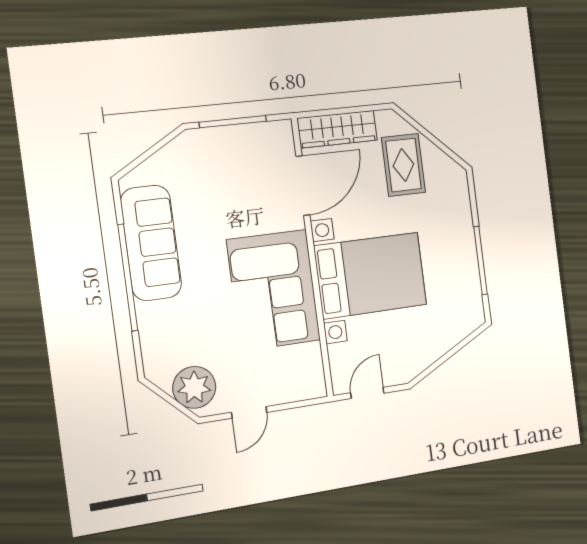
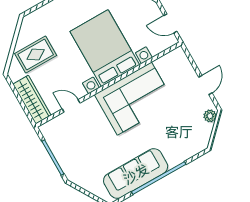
door: (303, 186) -> (71, 106), width x0.53
plant: (194, 387) -> (210, 116), width x0.53, depth x0.53
door: (249, 412) -> (205, 85), hinge flipped

